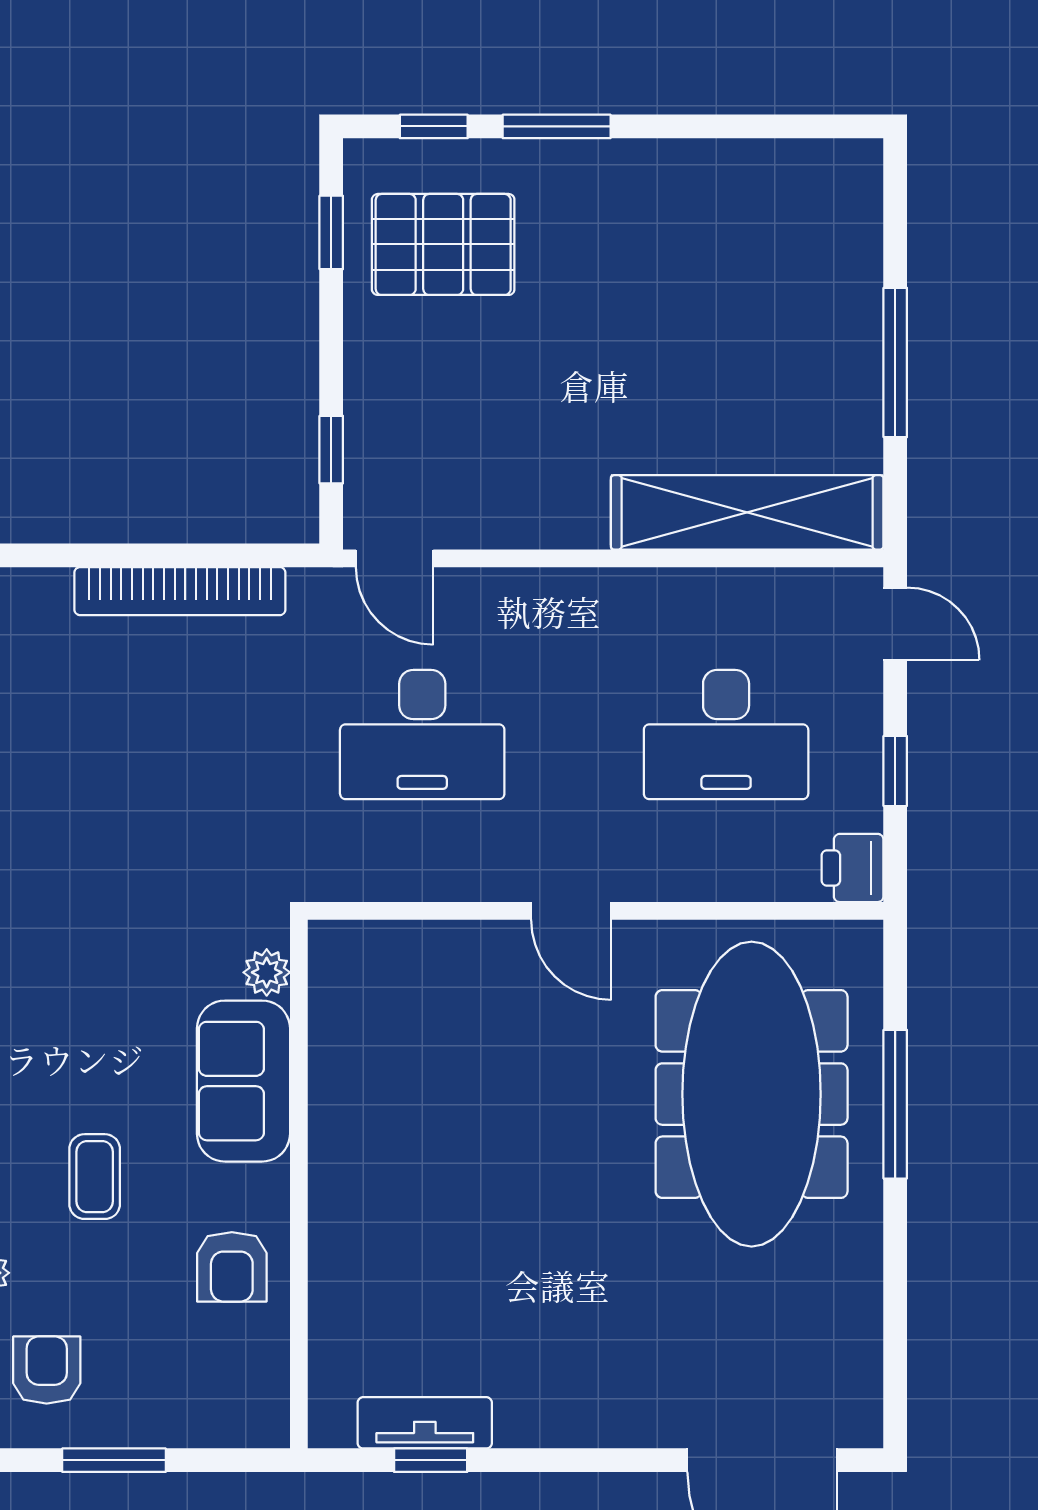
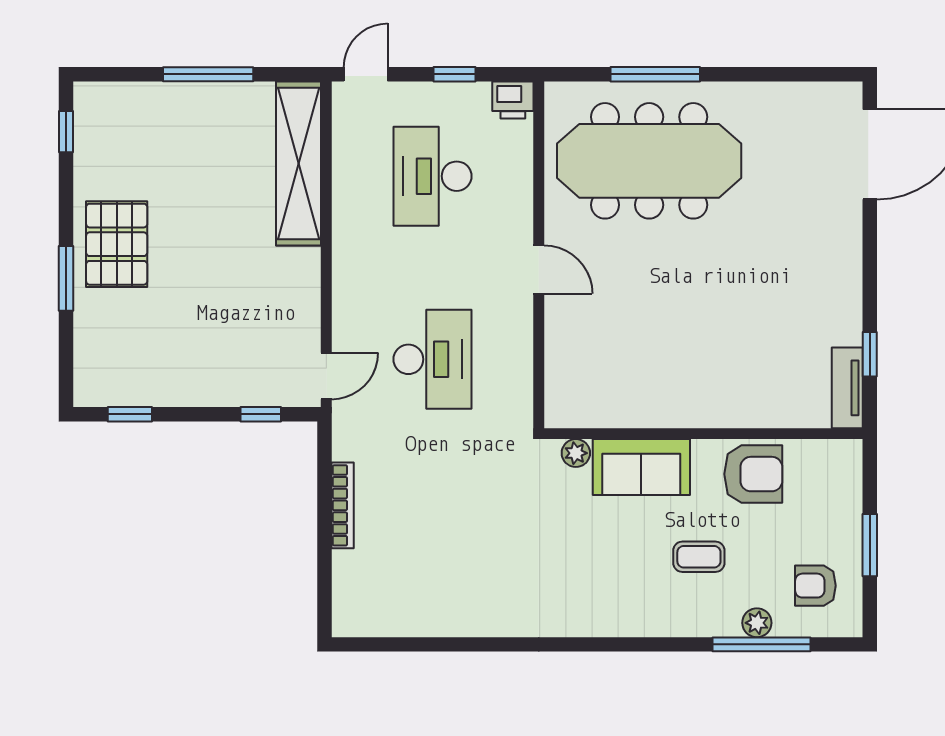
window: (434, 126) -> (66, 132), moved
pallet: (443, 244) -> (117, 244), moved
bookcase: (180, 591) -> (343, 505), width x0.68, depth x0.76
desk: (726, 735) -> (432, 176), turned 180
door: (571, 911) -> (539, 270), hinge flipped
armchair: (232, 1267) -> (753, 474), width x1.38, depth x1.38
tv unit: (425, 1423) -> (847, 388), moved

